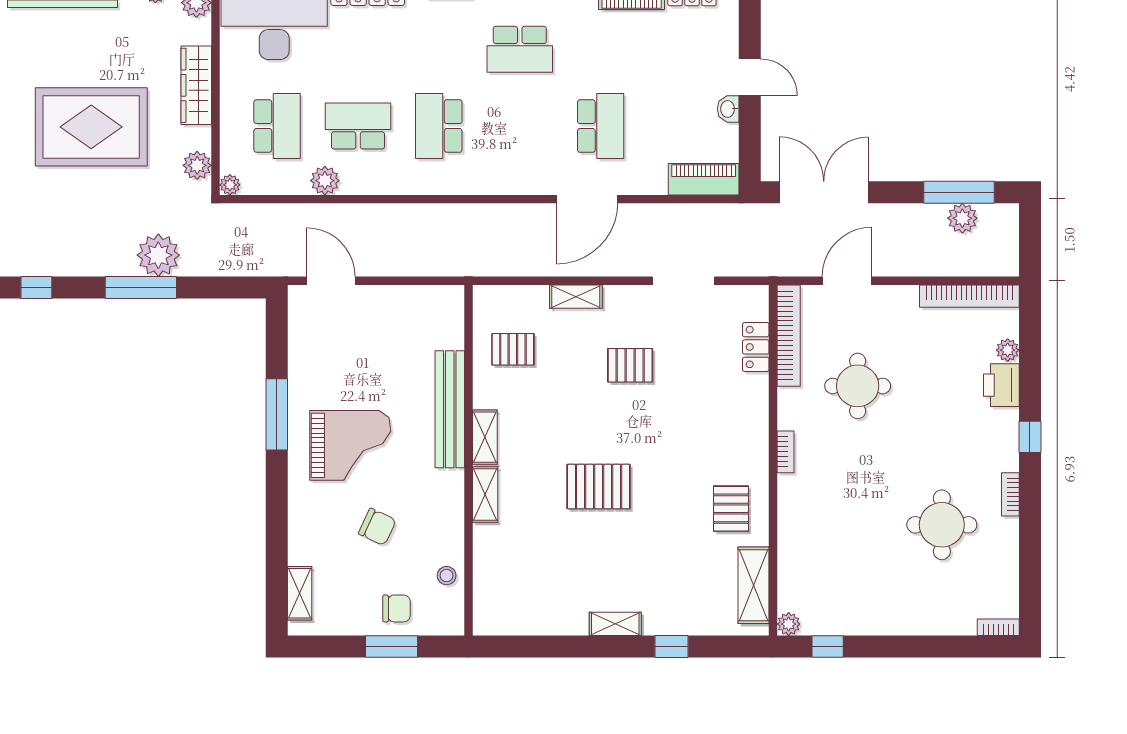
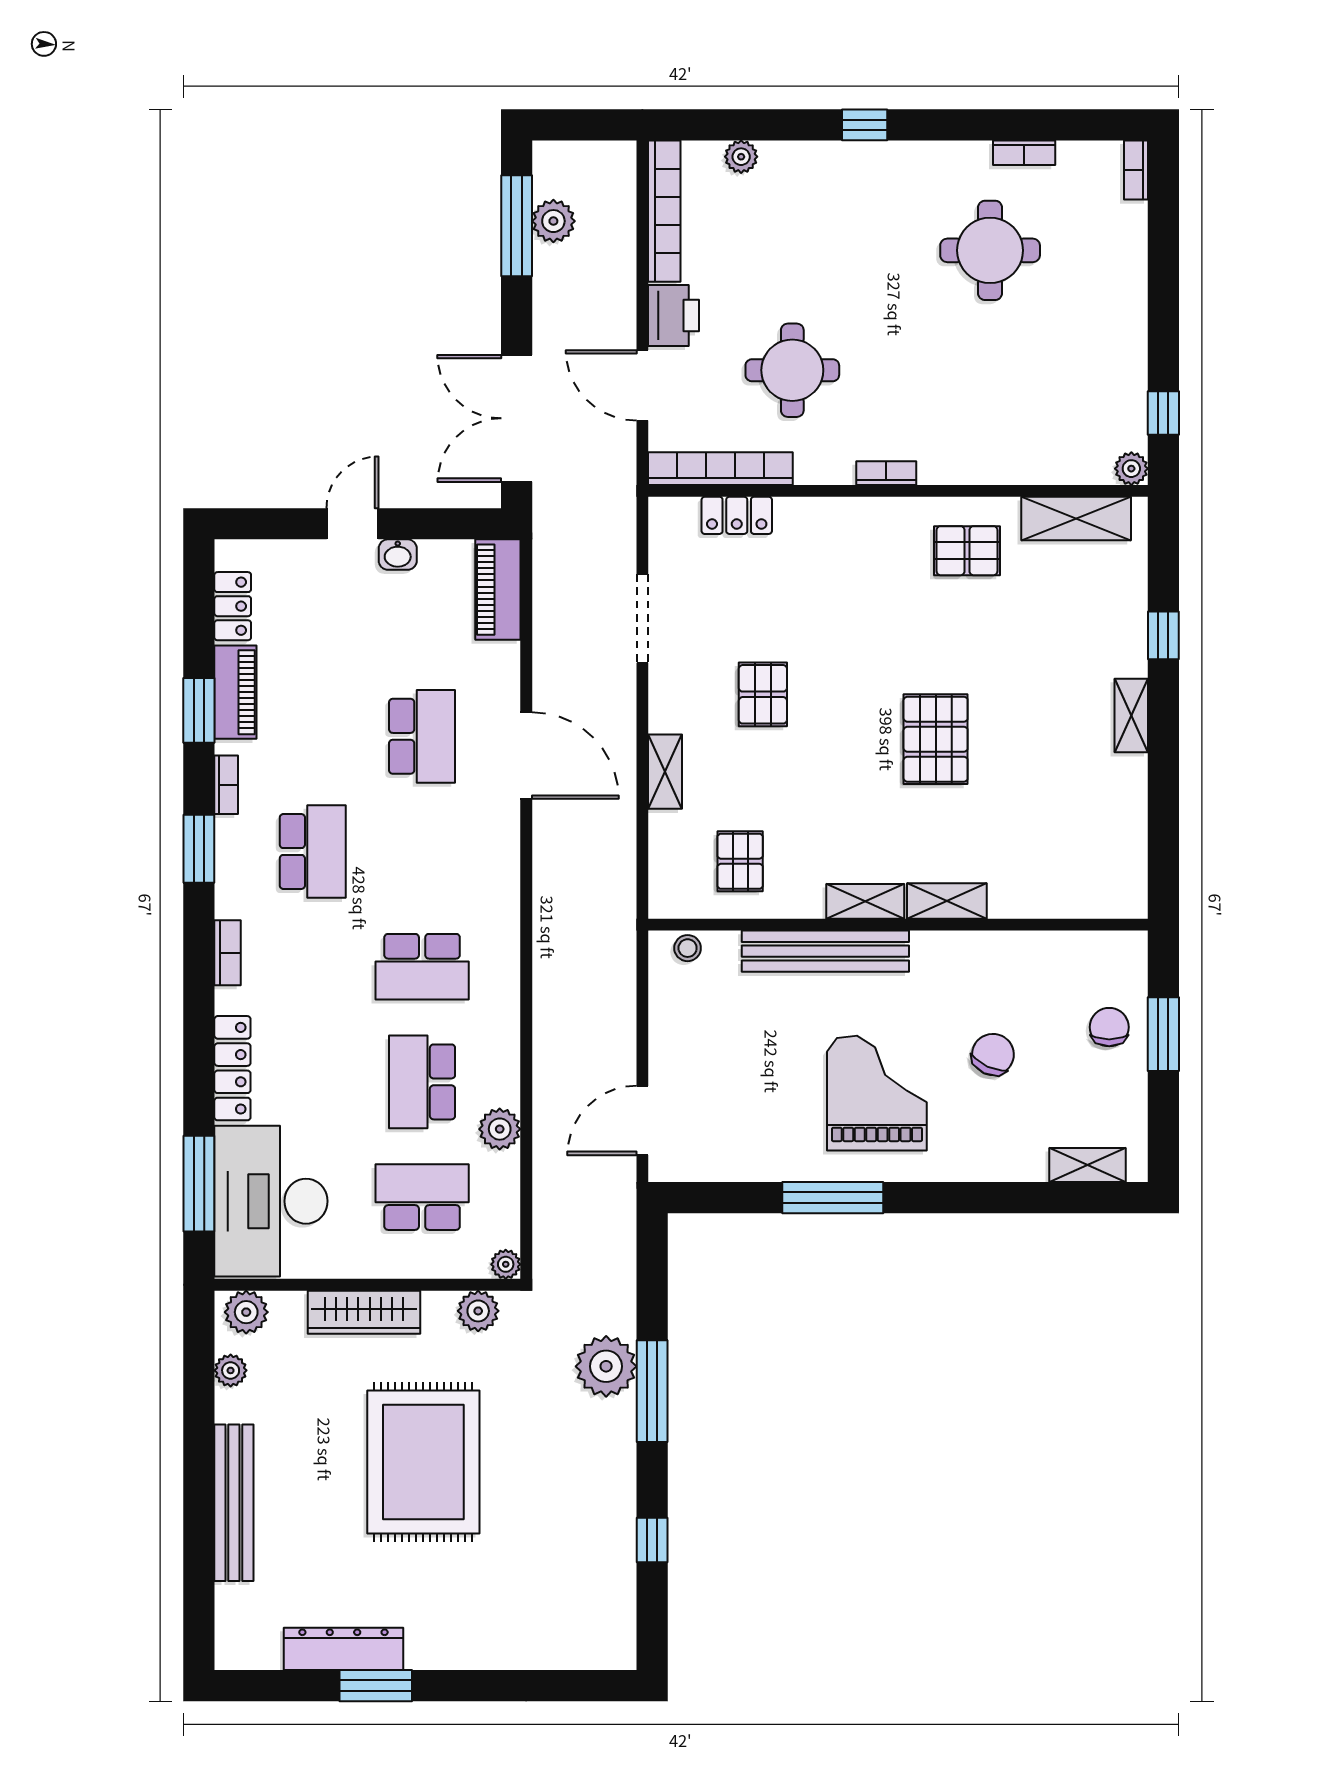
school desk: (601, 126) -> (422, 736), turned 90
printer: (1001, 385) -> (673, 315), moved, turned -90
bookcase: (1010, 494) -> (1024, 153), moved
stool: (447, 576) -> (688, 948), moved

